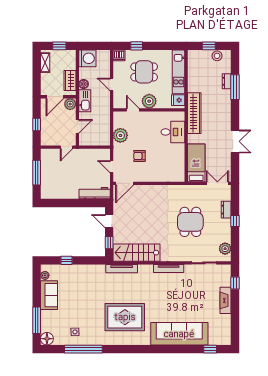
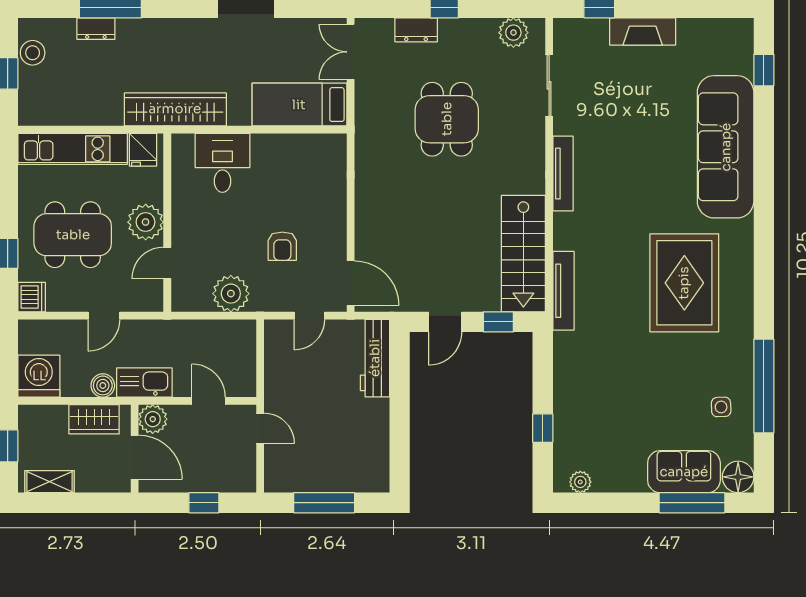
dining table: (144, 72) -> (73, 235), width x1.37
dining table: (190, 222) -> (447, 119), turned 90
sofa: (49, 295) -> (684, 472), moved

